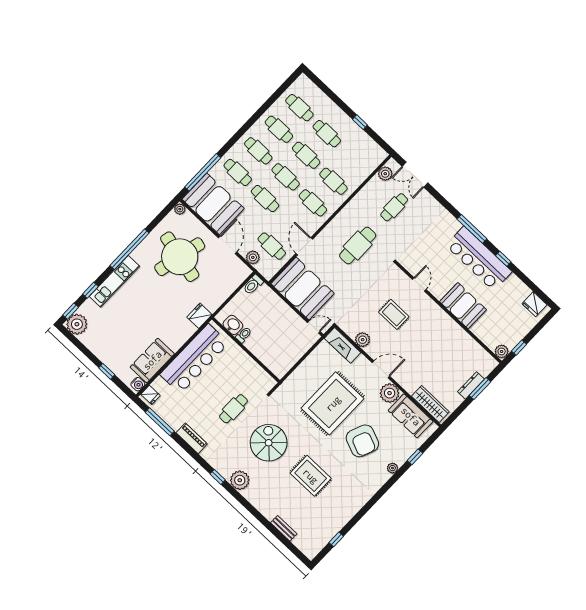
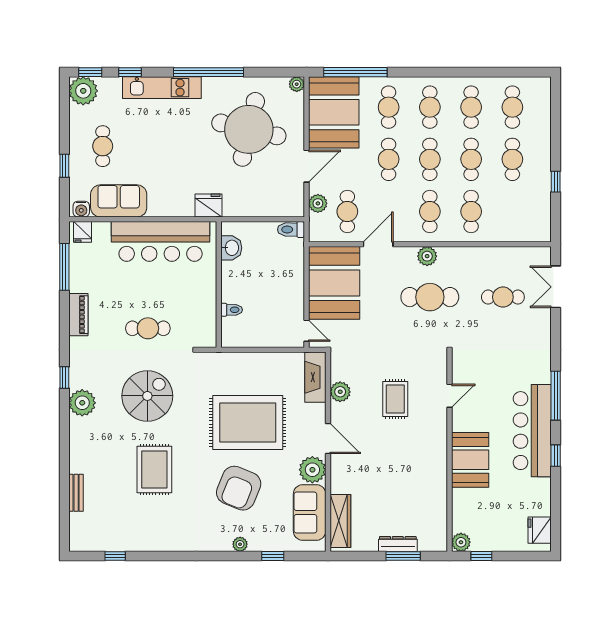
plant: (385, 174) -> (427, 256), moved
toilet: (244, 335) -> (232, 310), moved
cafe table: (116, 342) -> (103, 146), added

